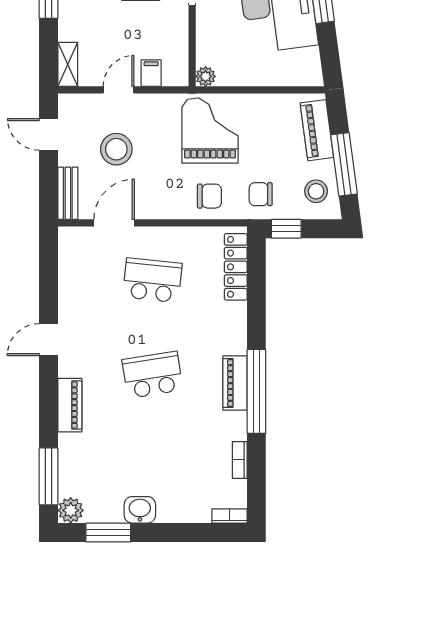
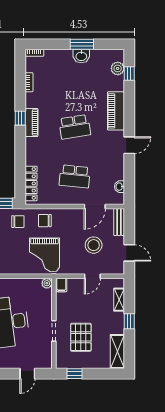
shelving: (68, 64) -> (119, 300), moved
filing cabinet: (151, 73) -> (61, 285), moved
washbasin: (67, 261) -> (119, 187), added
window: (256, 391) -> (20, 118), width x0.32
piano: (70, 405) -> (116, 111), width x1.37, depth x1.33
window: (49, 476) -> (129, 74), width x0.46
plant: (71, 510) -> (118, 68), moved
window: (108, 532) -> (82, 44), moved

